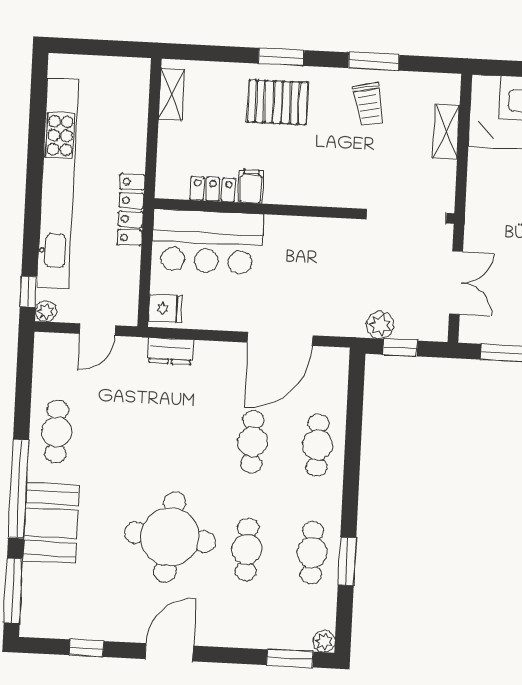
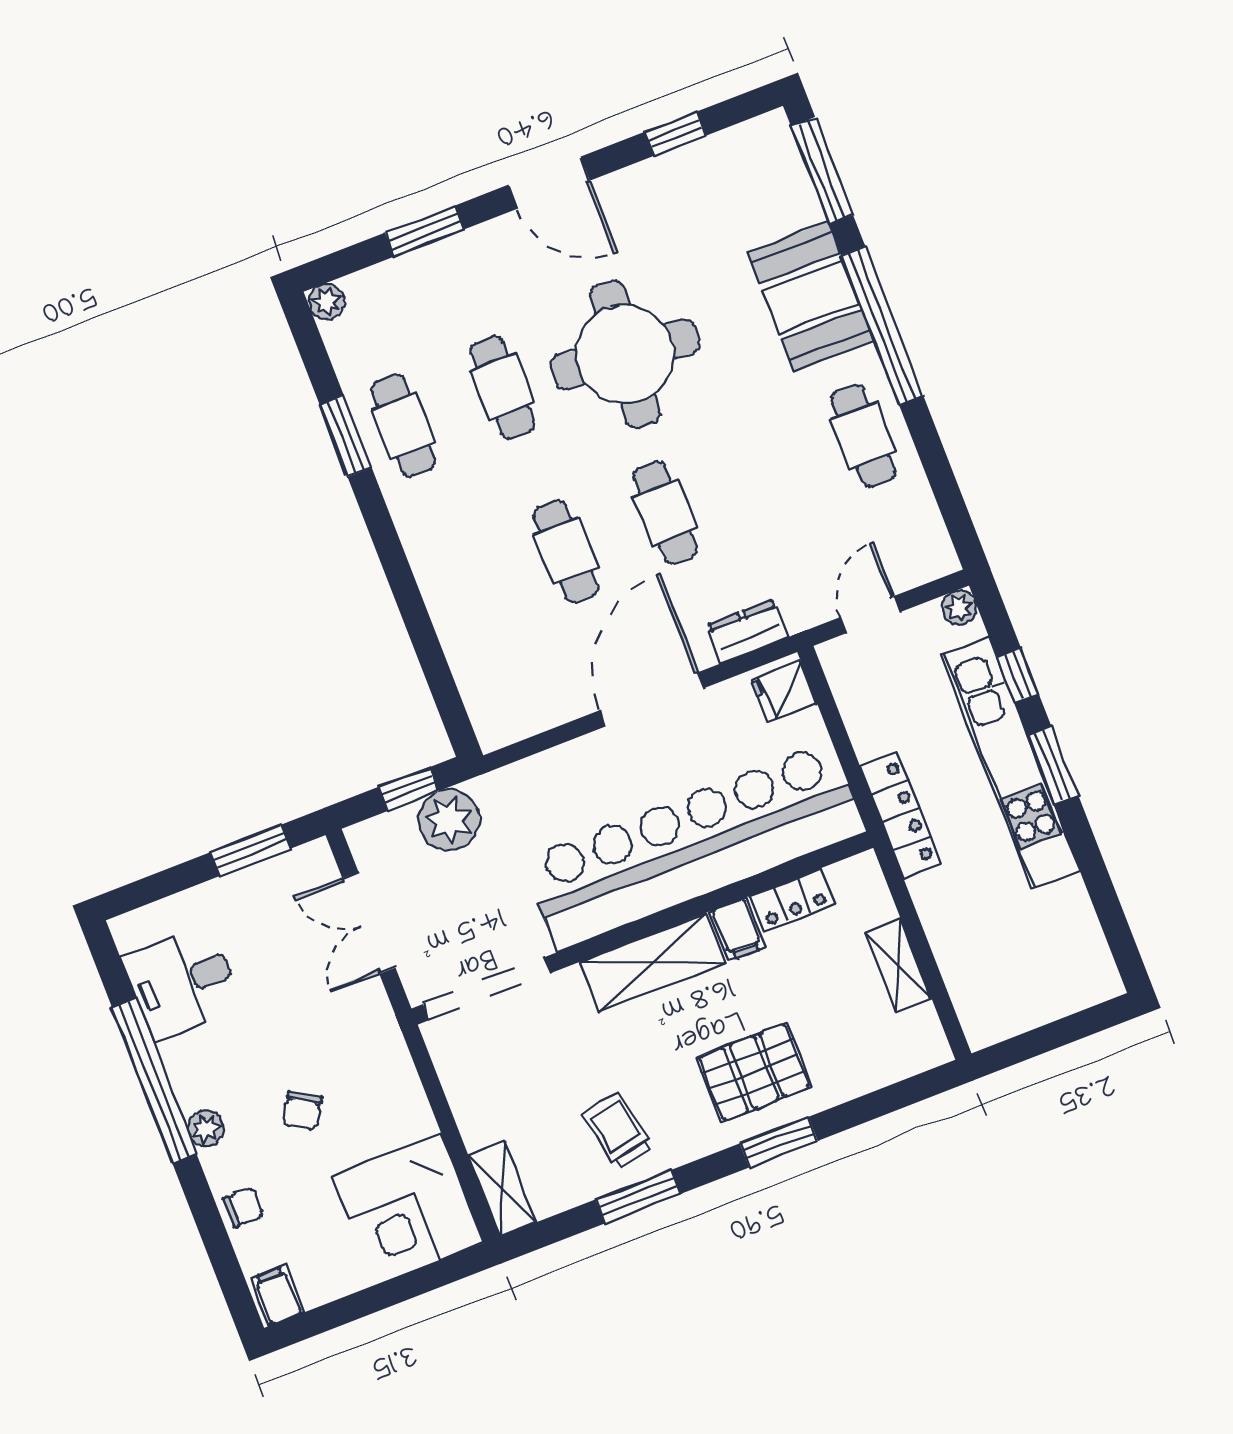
shelving: (171, 94) -> (898, 965), moved
shelving: (446, 131) -> (502, 1189), moved
kitchen unit: (58, 184) -> (1010, 763), width x0.73
shelving: (307, 189) -> (653, 962), added
window: (33, 199) -> (1053, 765), added
bar counter: (207, 242) -> (694, 846), width x1.86
window: (28, 292) -> (1018, 675), moved
plant: (380, 325) -> (449, 820), width x1.36, depth x1.36
door: (280, 339) -> (652, 699), moved
cafe table: (318, 445) -> (665, 512), moved
door: (169, 652) -> (549, 183), hinge flipped
window: (290, 658) -> (425, 231), moved

